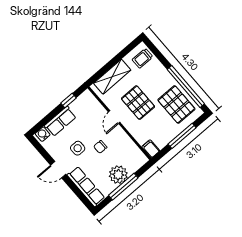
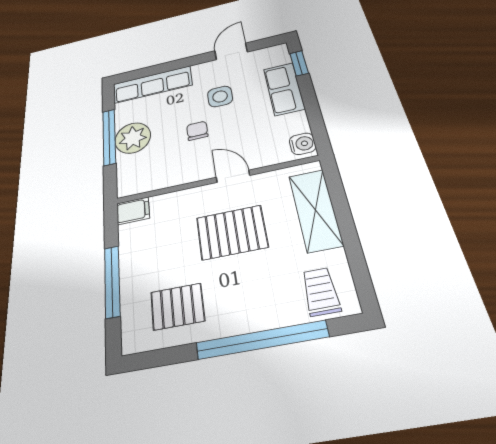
window: (186, 87) -> (261, 340), moved
window: (68, 100) -> (299, 63), moved
pallet: (176, 104) -> (177, 306), width x0.67, depth x0.71
water cooler: (43, 134) -> (303, 144), moved
door: (58, 170) -> (231, 51), moved

